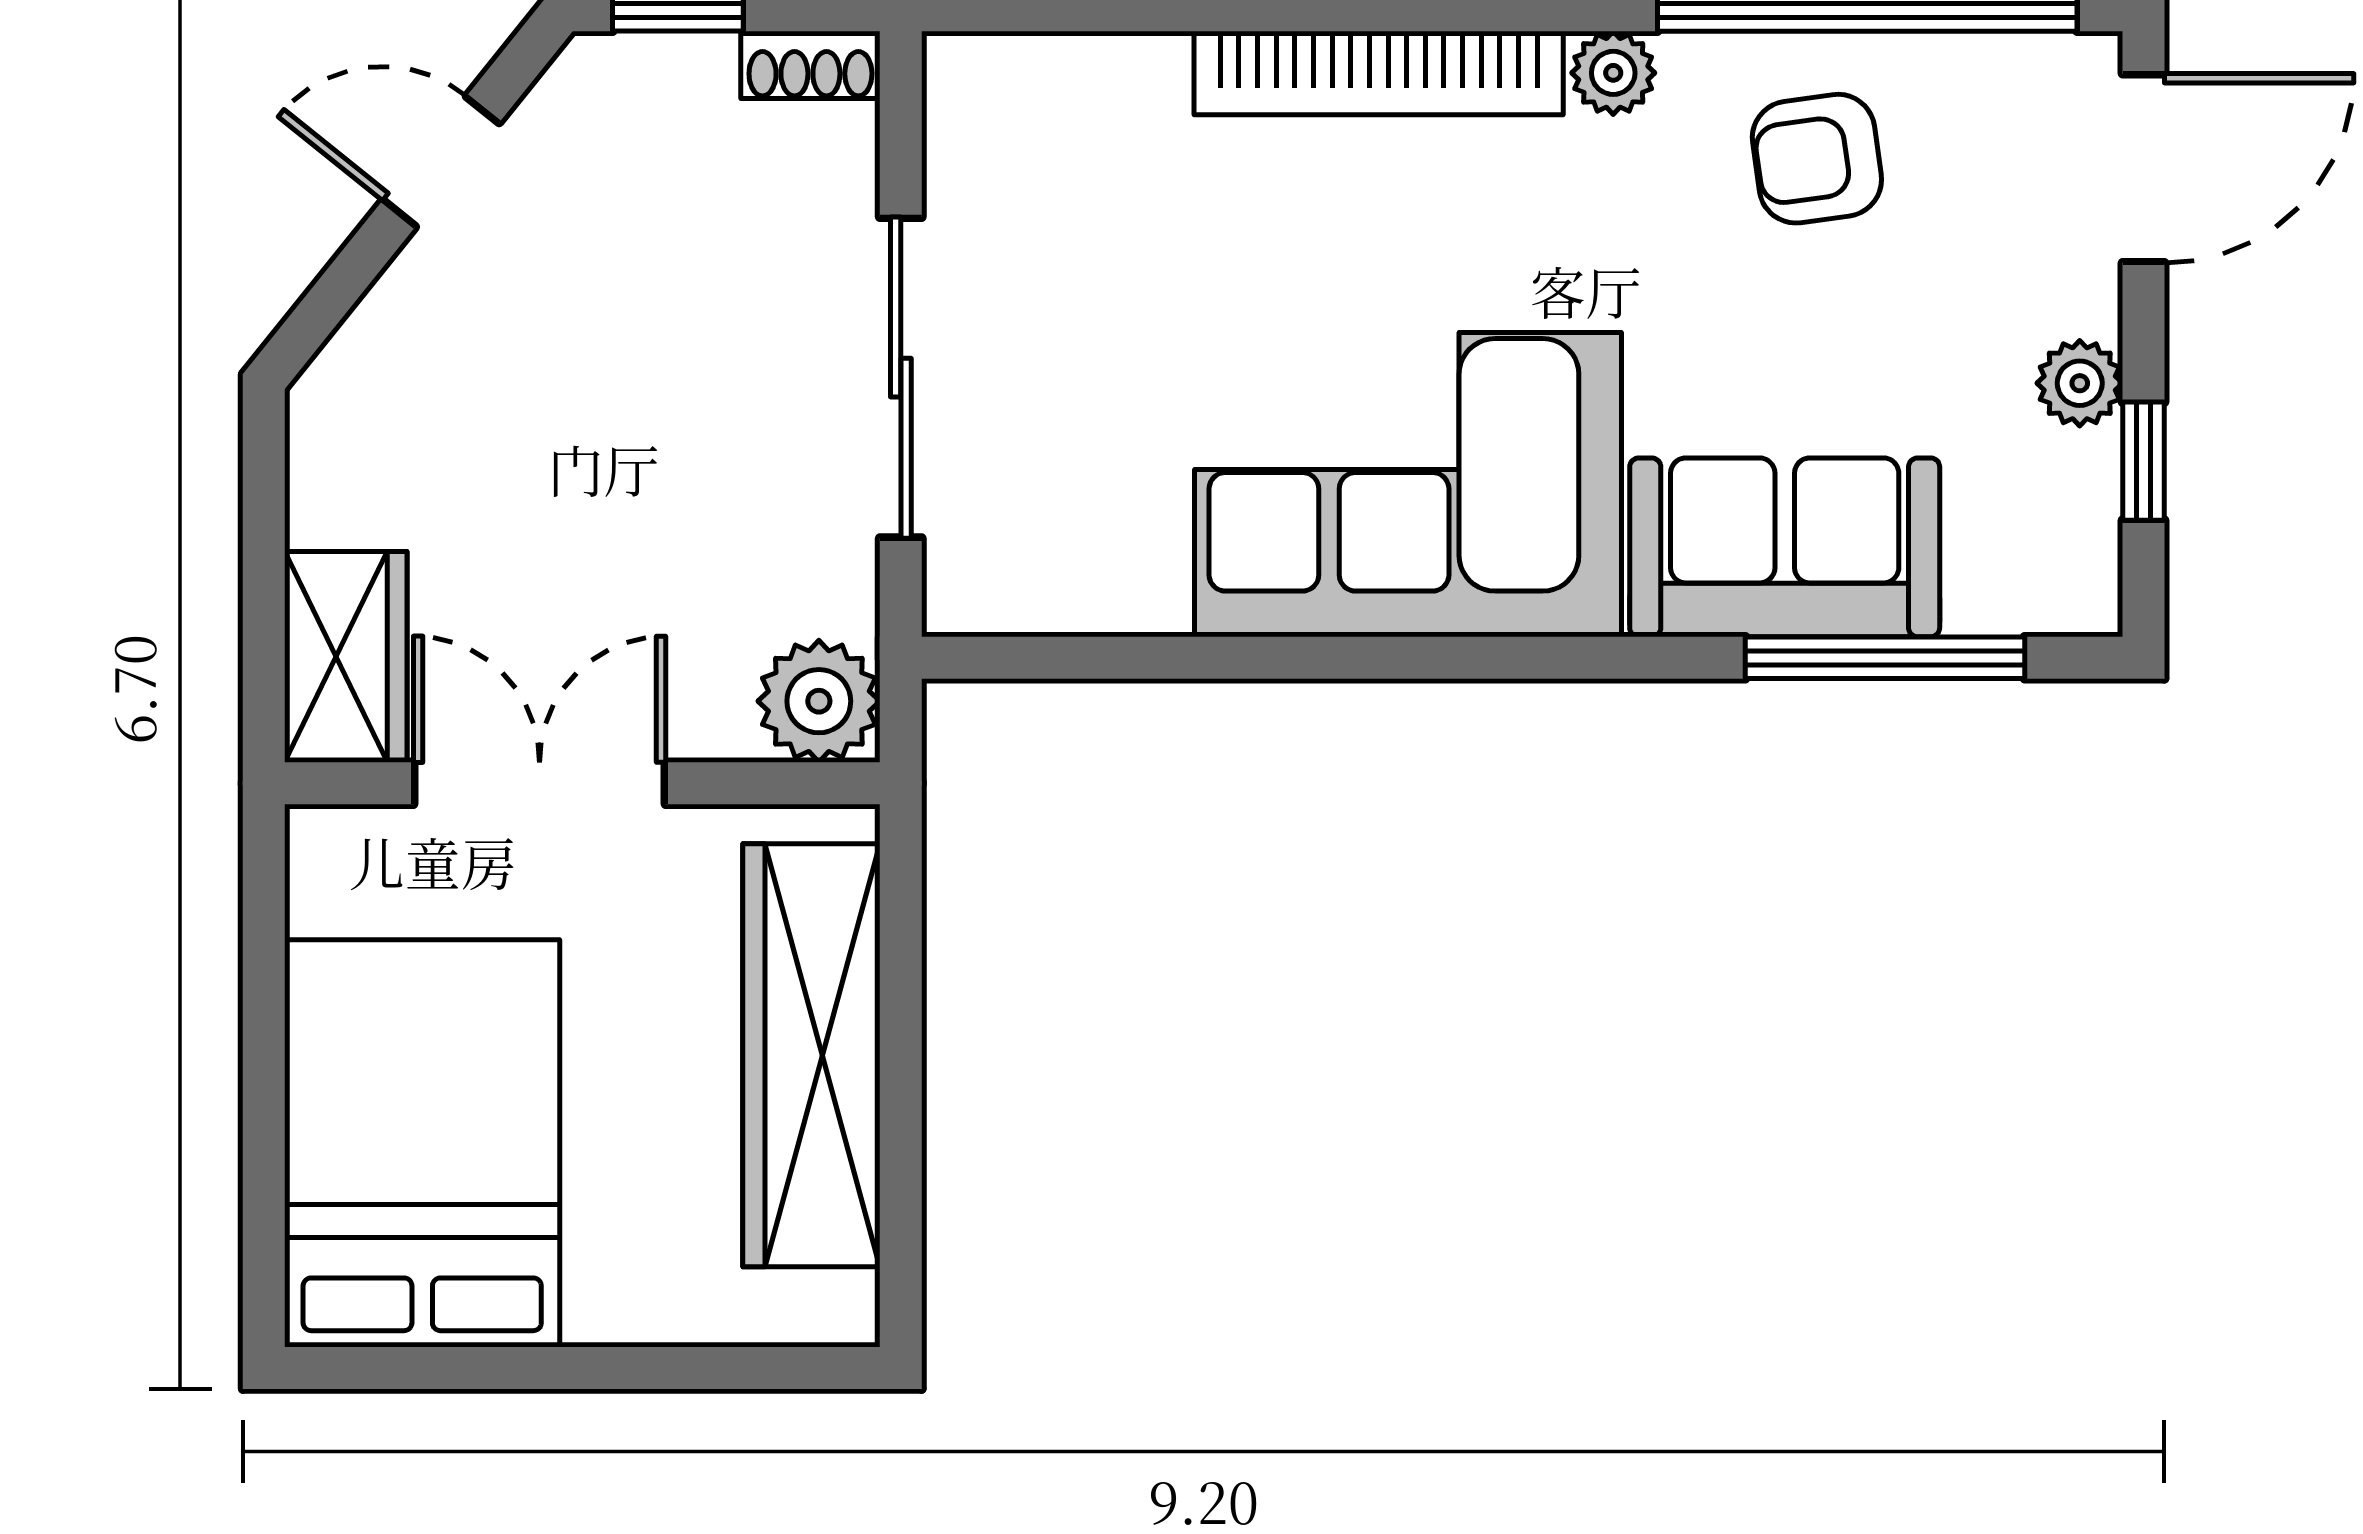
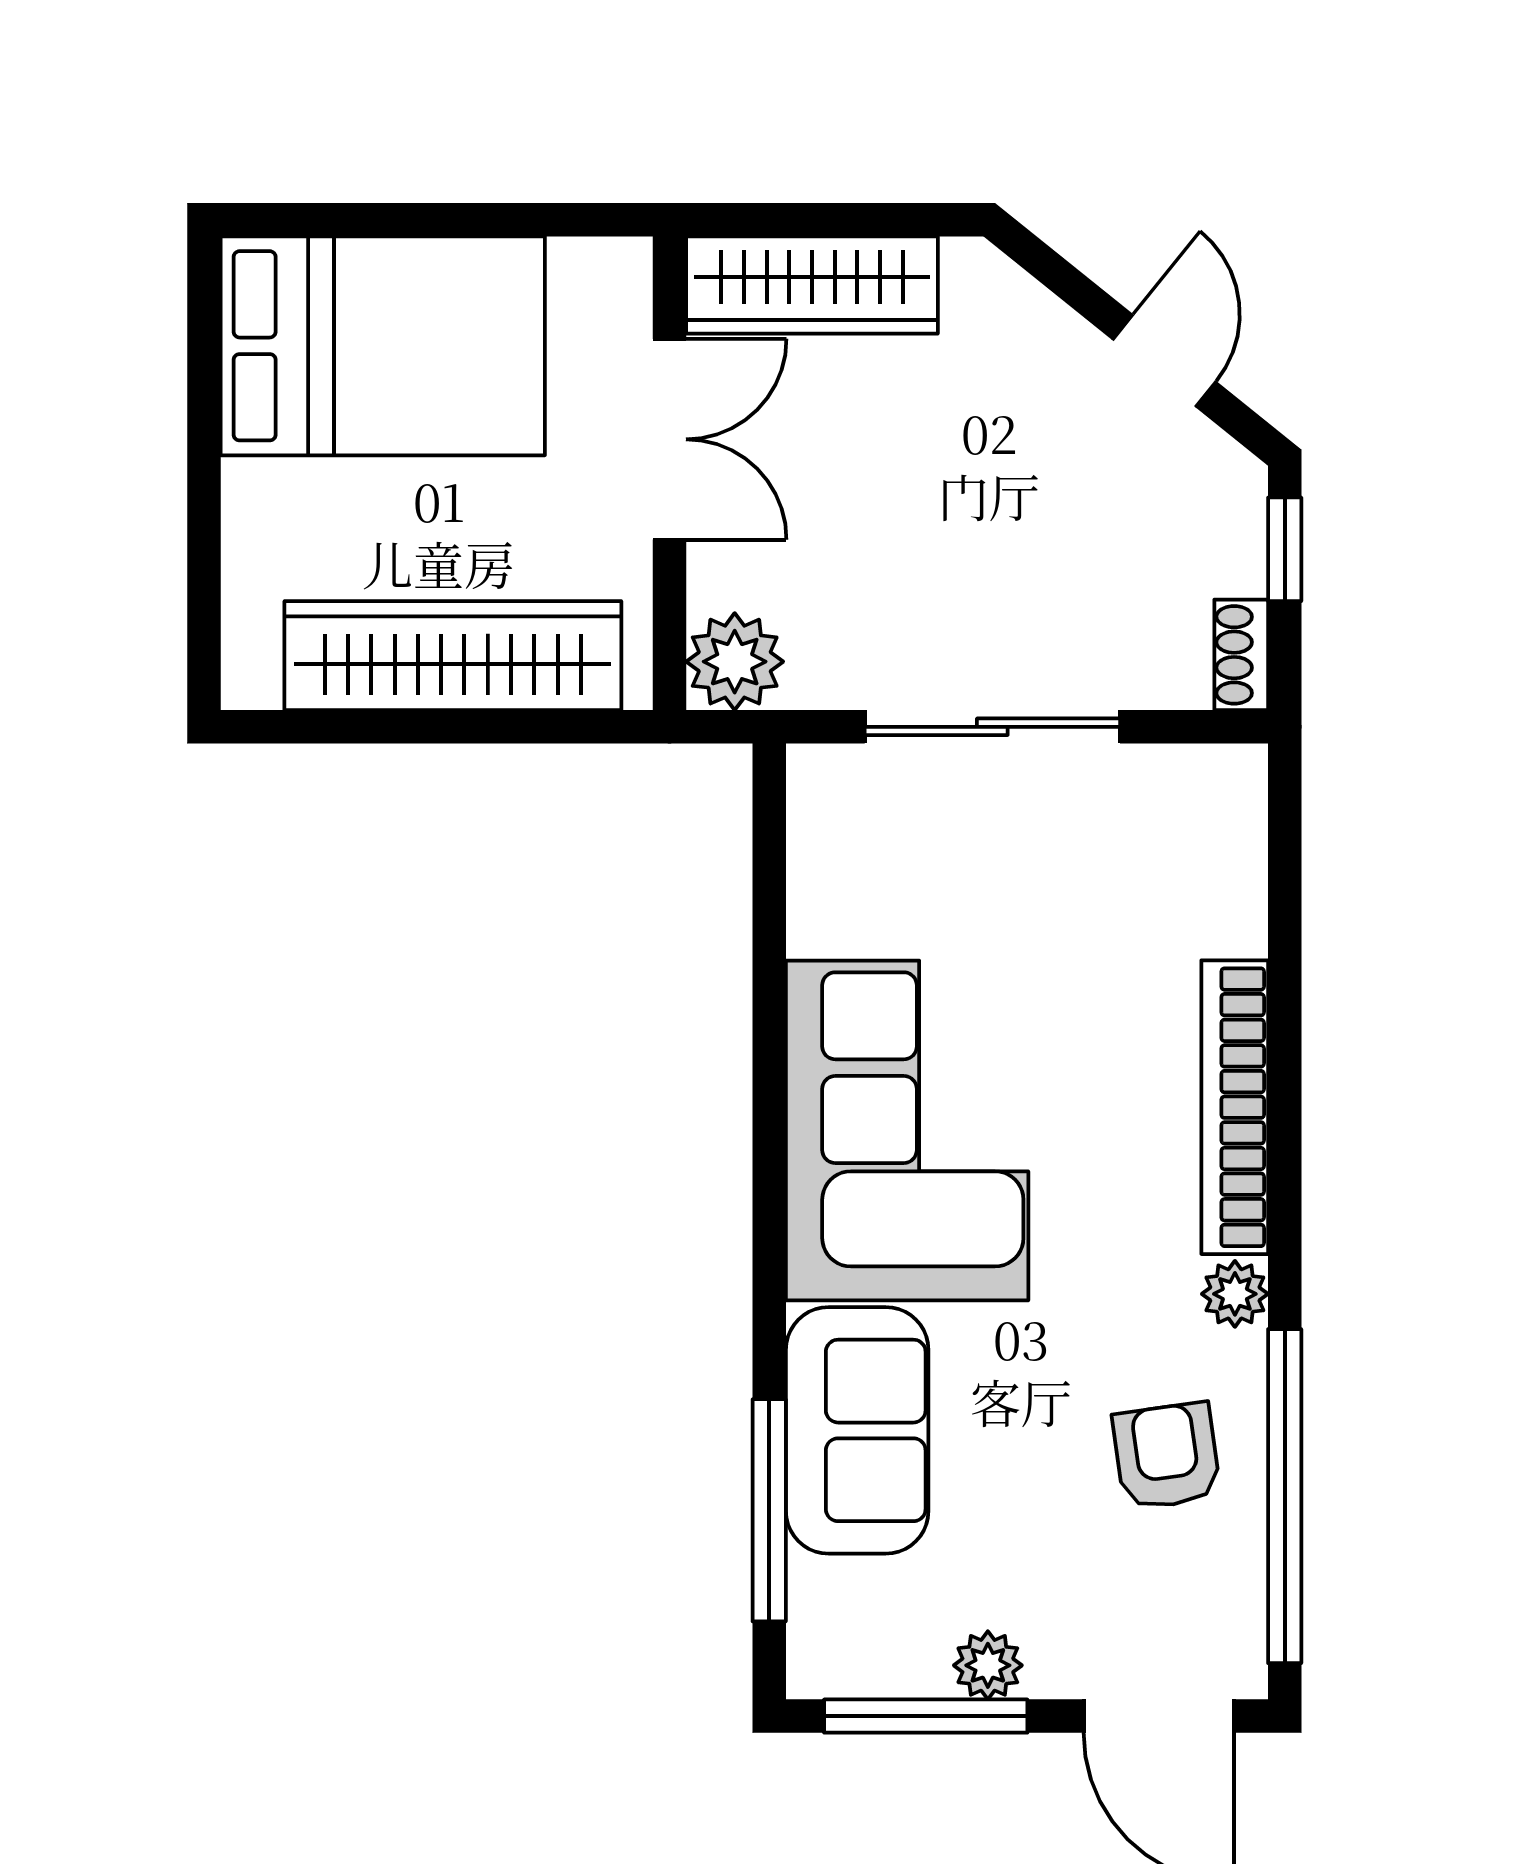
window: (2144, 461) -> (926, 1716), width x2.17
wardrobe: (346, 657) -> (812, 285), width x1.50

